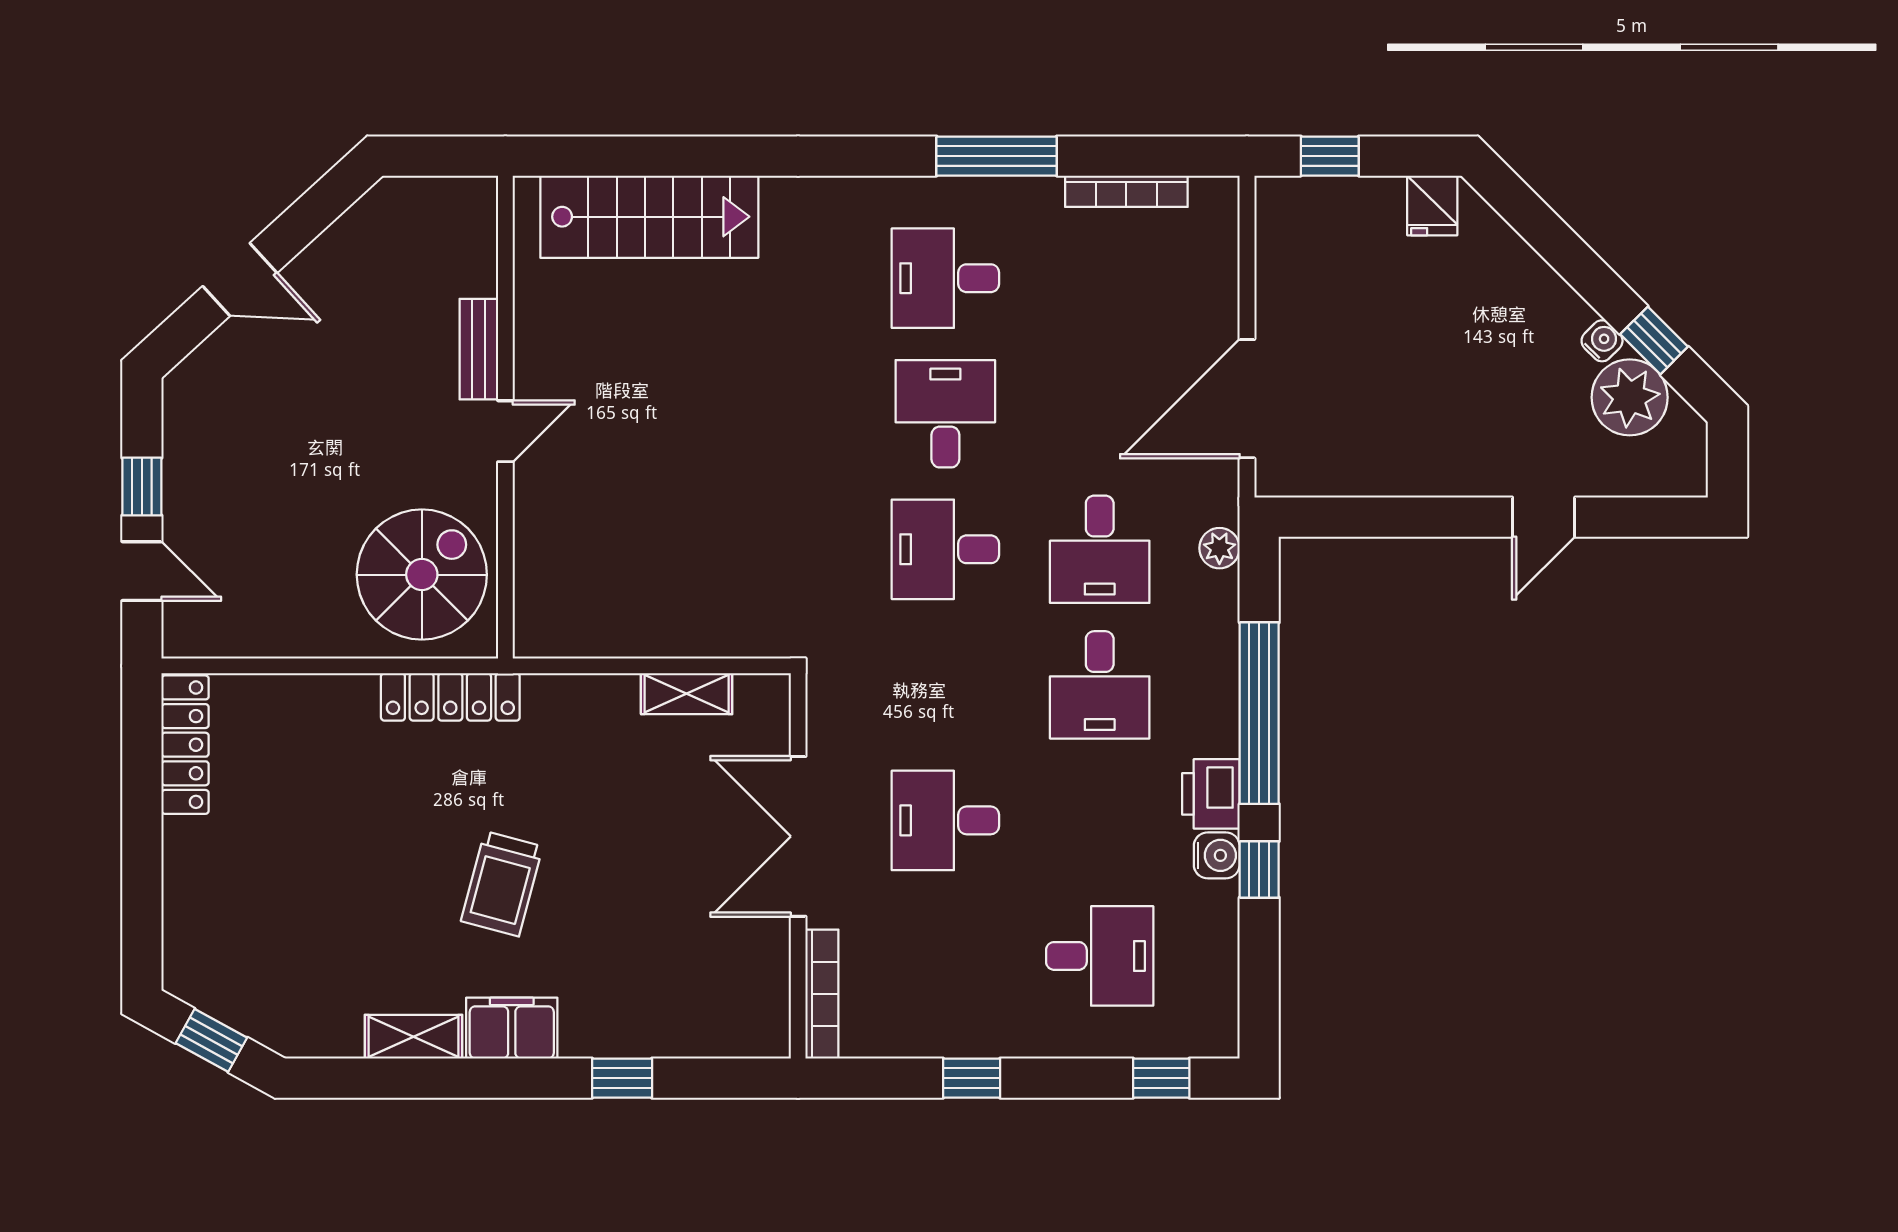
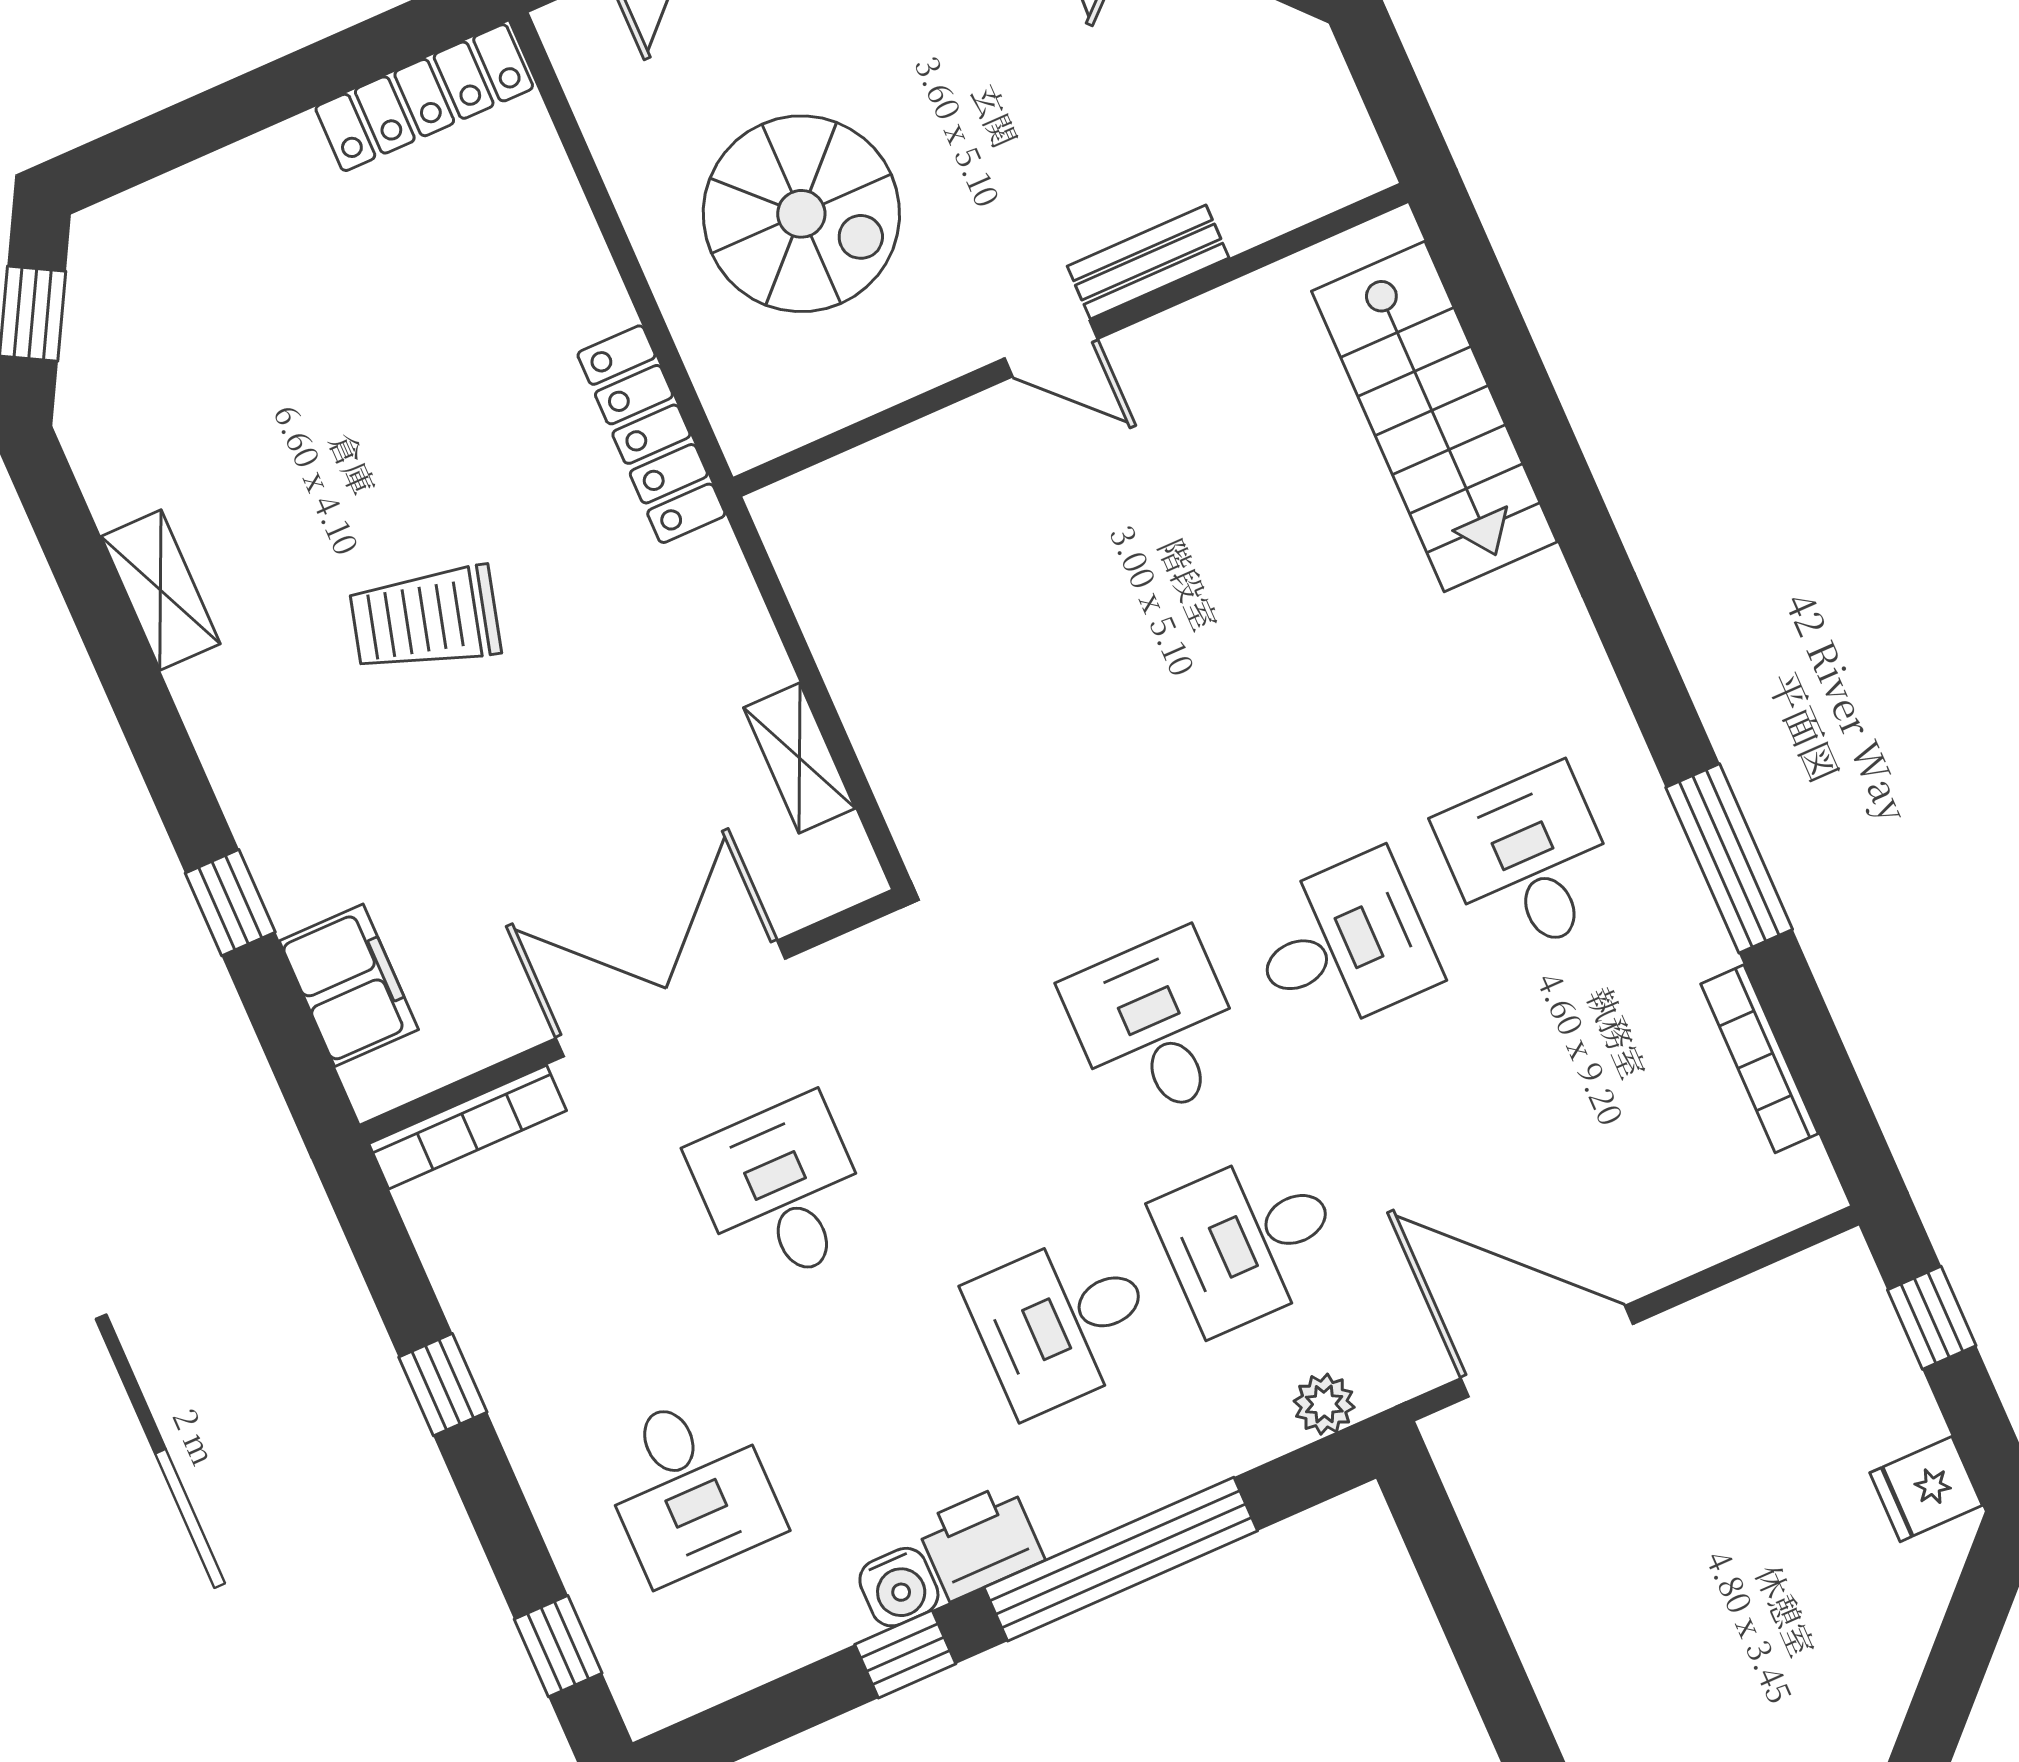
spiral stairs: (422, 575) -> (801, 214), moved
filing cabinet: (512, 1028) -> (349, 985), moved

